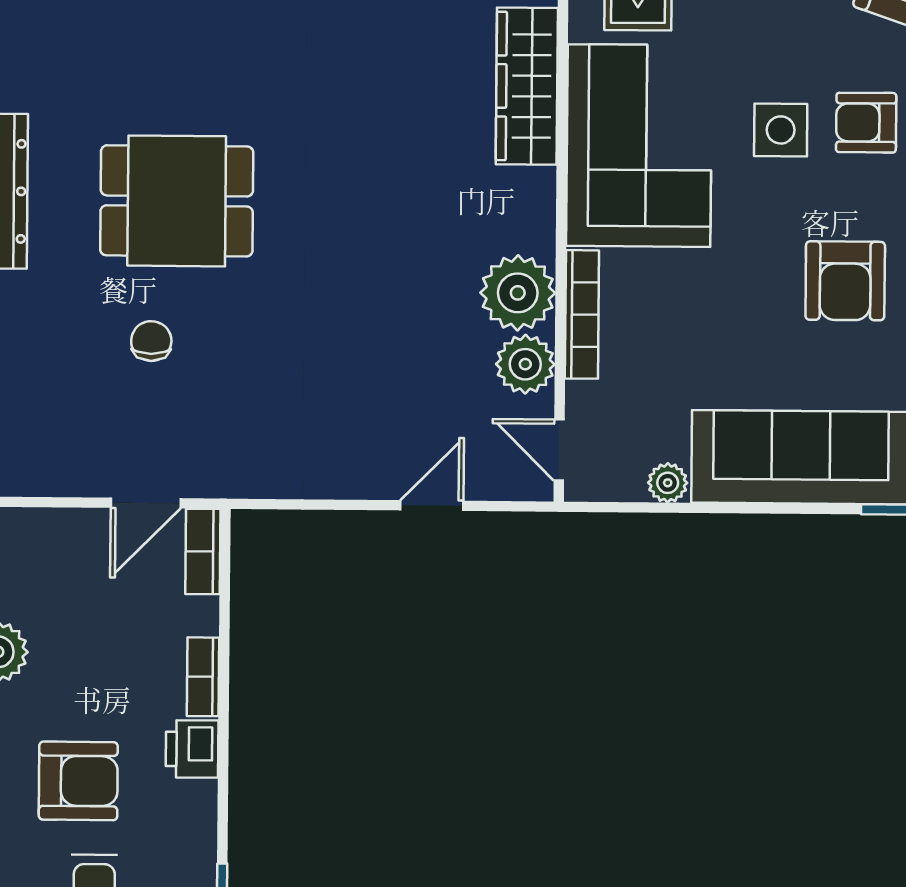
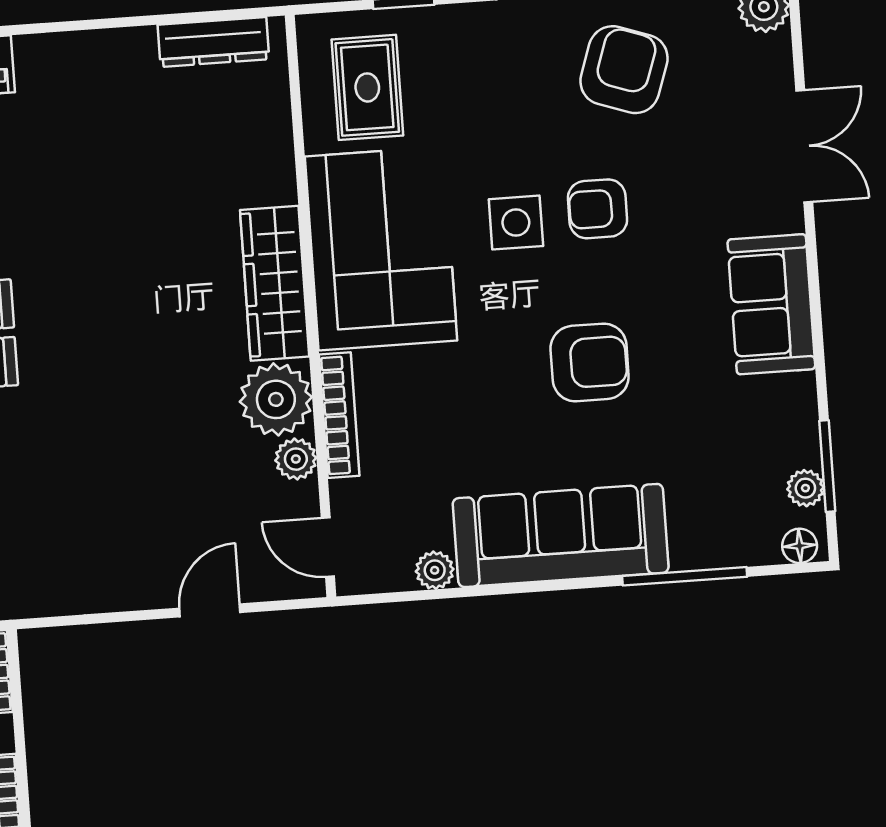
wardrobe: (527, 86) -> (275, 283), moved
armchair: (845, 281) -> (590, 362), turned -90
plant: (525, 364) -> (296, 459), width x0.73, depth x0.73

